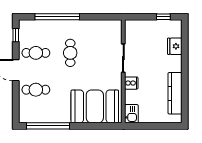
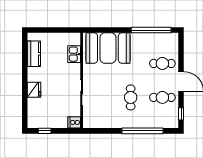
fridge: (175, 46) -> (34, 90), moved
cooker: (131, 83) -> (74, 122), moved
kitchen counter: (175, 93) -> (34, 54), width x0.67
kitchen sink: (131, 114) -> (74, 54), moved

